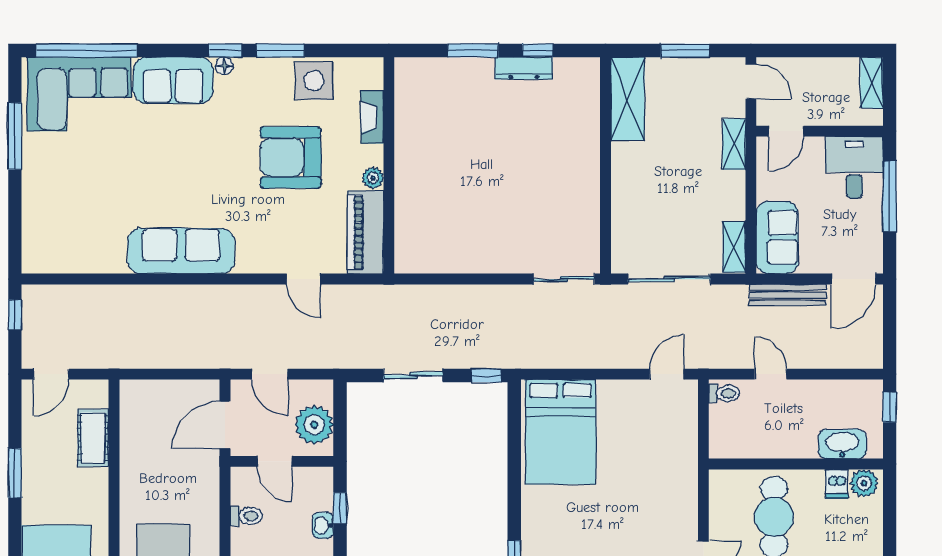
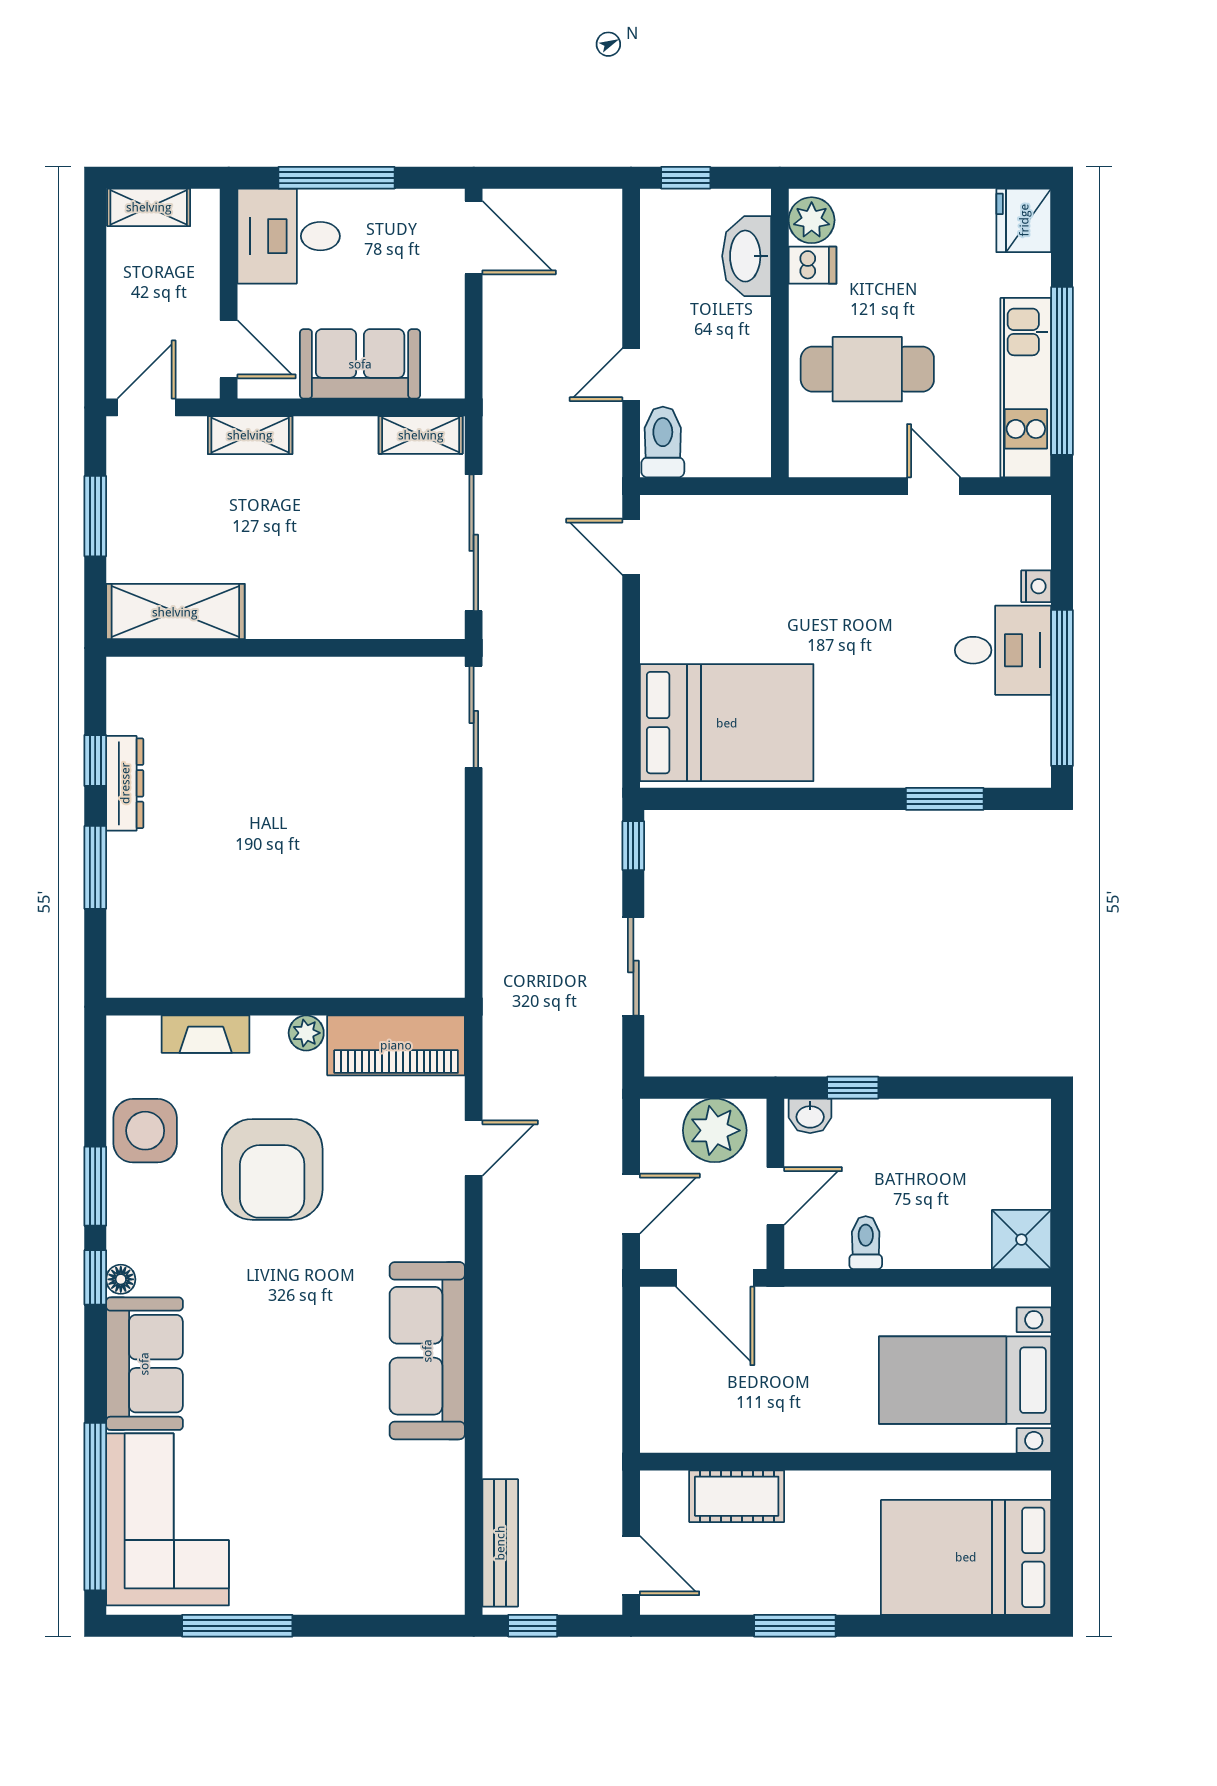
sofa: (777, 237) -> (360, 364), moved
bench: (788, 295) -> (500, 1543), moved
toilet: (724, 393) -> (663, 442), width x1.37, depth x1.39
washbasin: (323, 525) -> (810, 1116), moved

